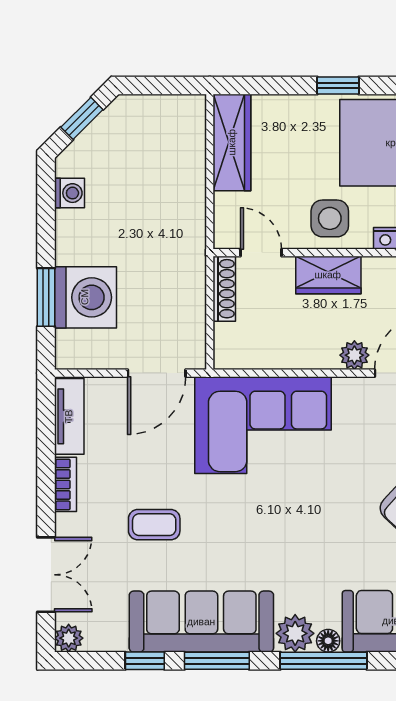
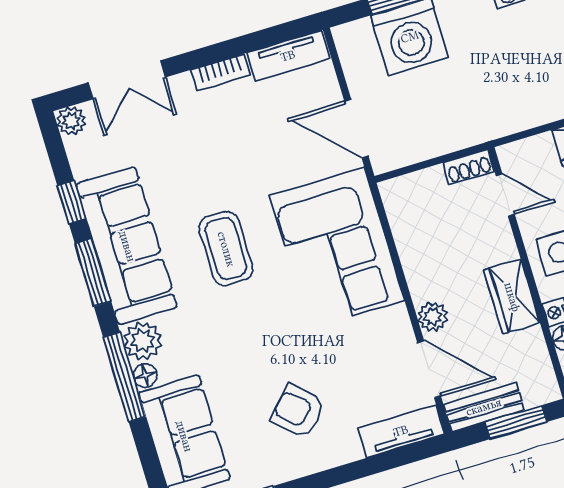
door: (261, 253) -> (505, 195), hinge flipped
wardrobe: (328, 275) -> (512, 297), moved
shoe rack: (224, 289) -> (469, 167), width x0.70
coffee table: (154, 525) -> (226, 249), moved, width x1.36, depth x1.30

